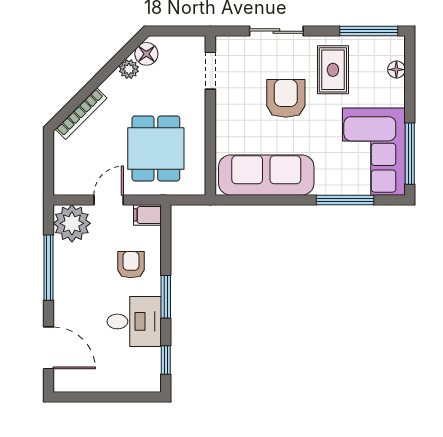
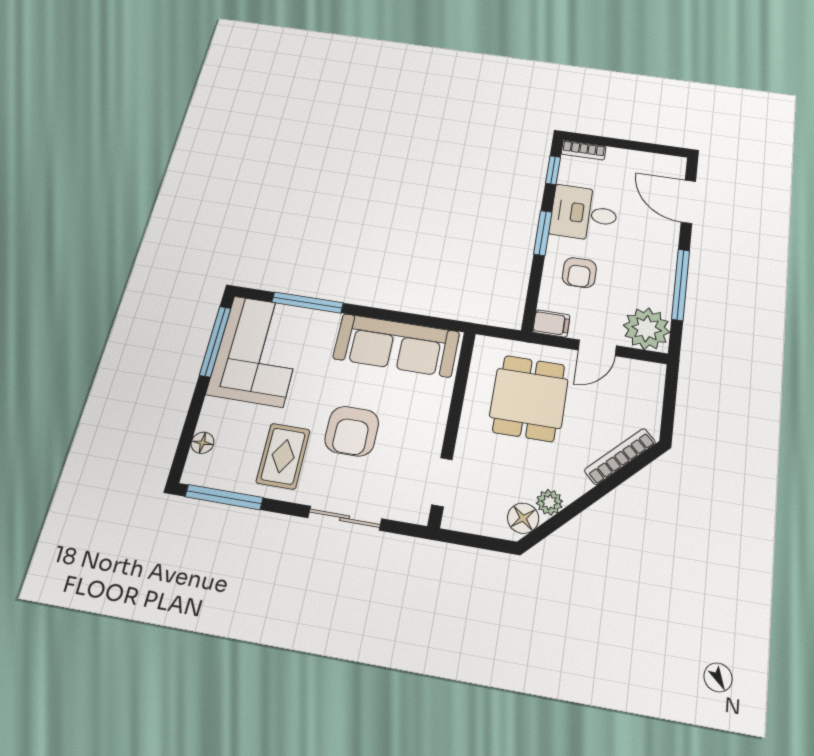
bookcase: (142, 385) -> (584, 150), added

